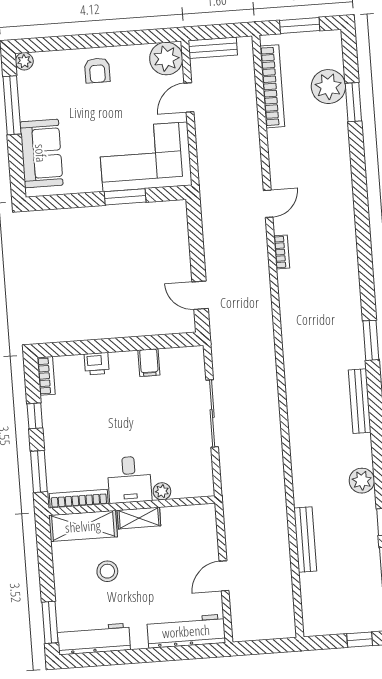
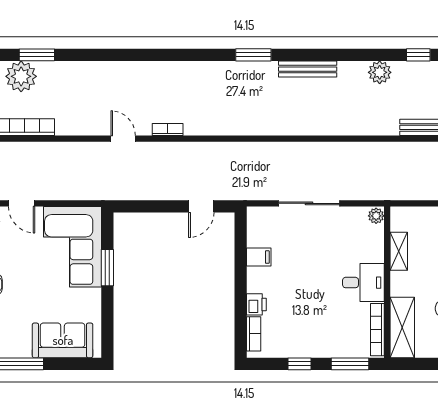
bookcase: (46, 376) -> (254, 334), moved, turned 90
plant: (162, 491) -> (376, 216), moved
shelving: (139, 518) -> (399, 251), moved

